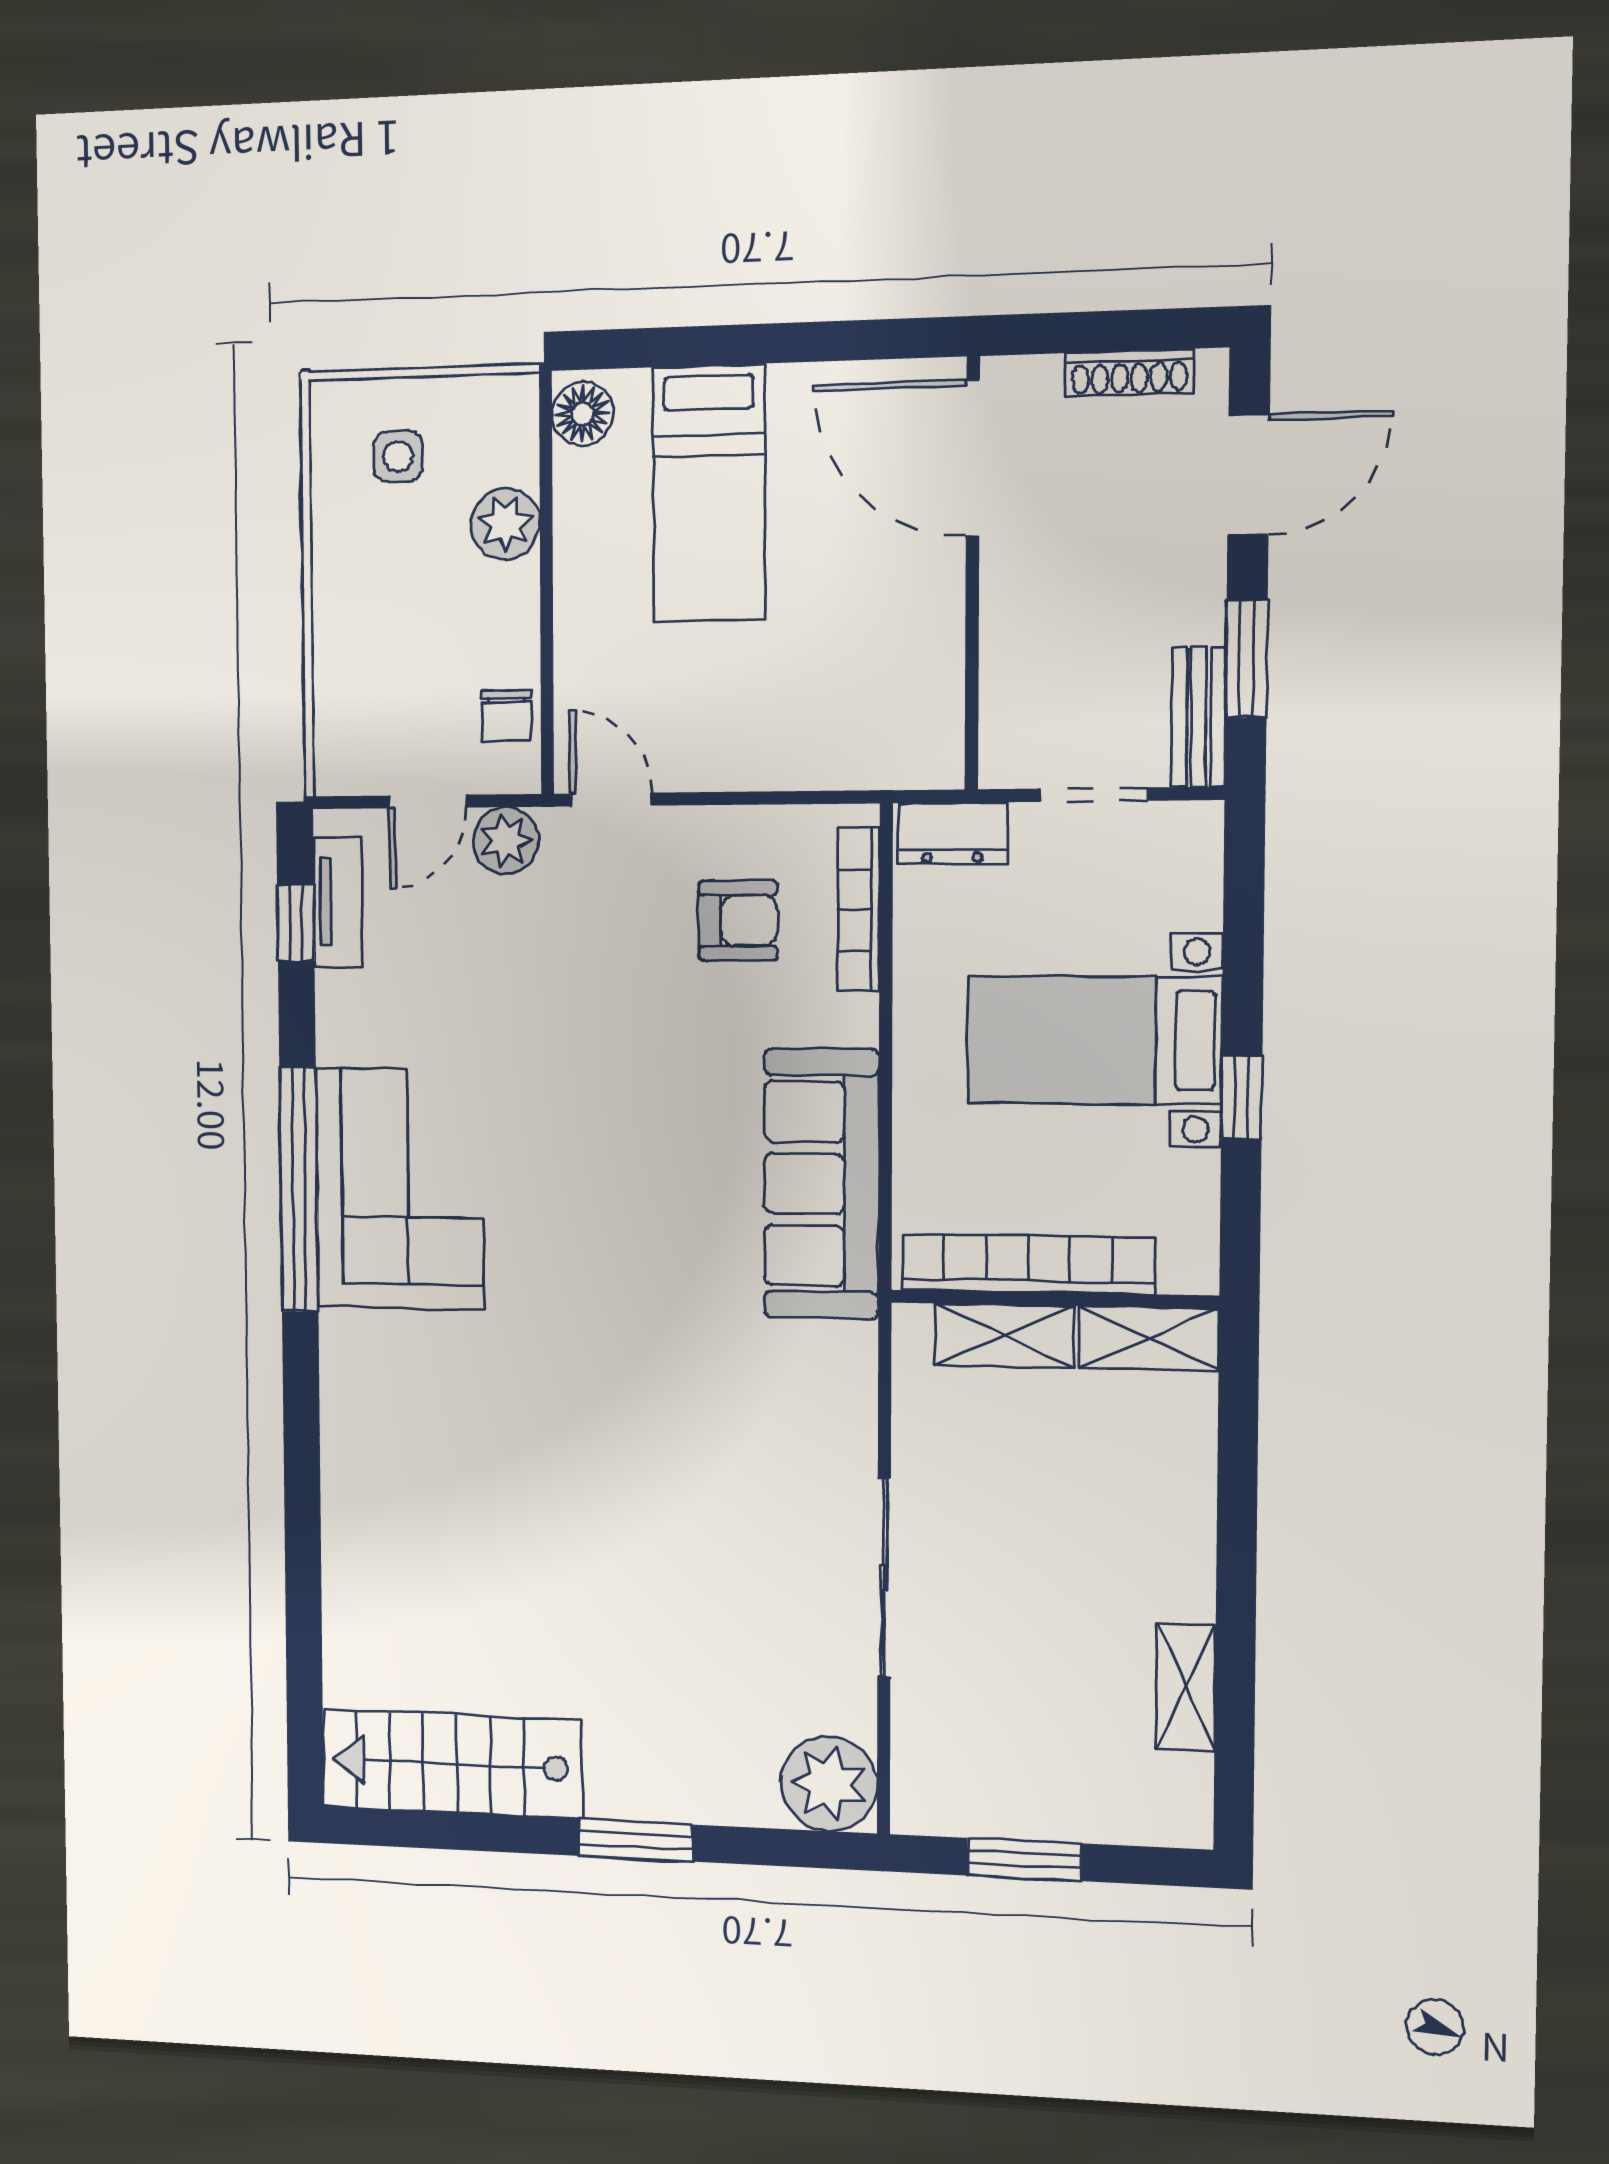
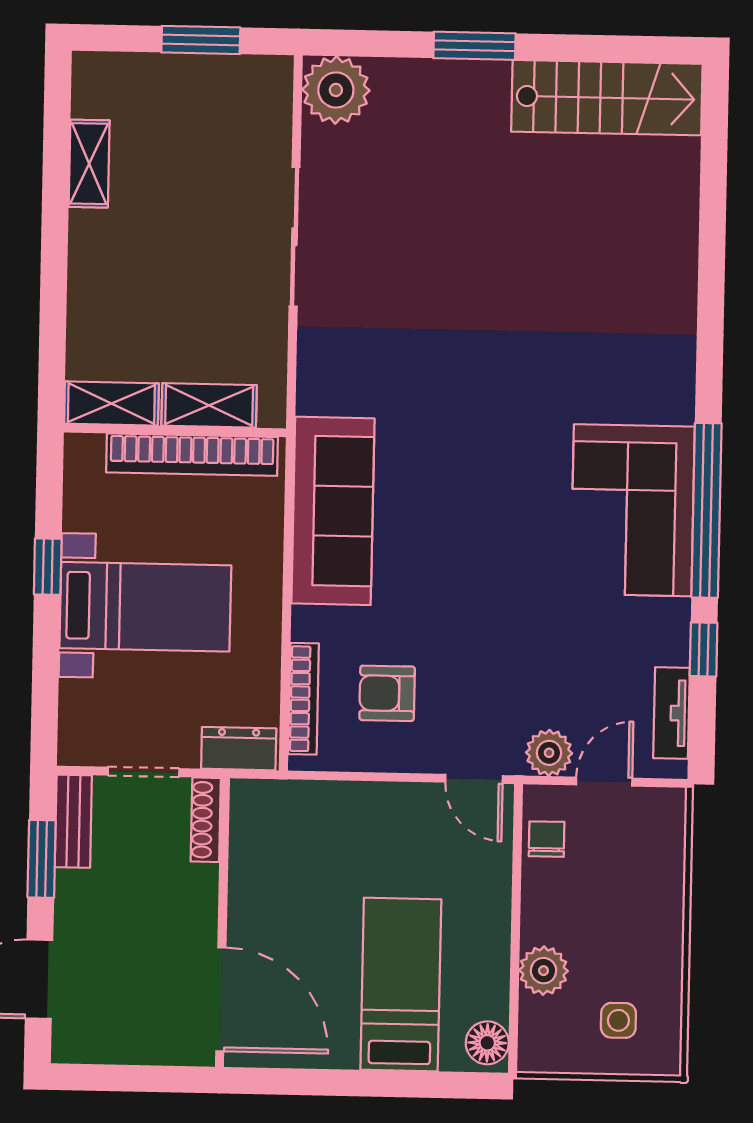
shoe rack: (1129, 373) -> (206, 820), moved, turned -90
window: (296, 923) -> (704, 649), moved

